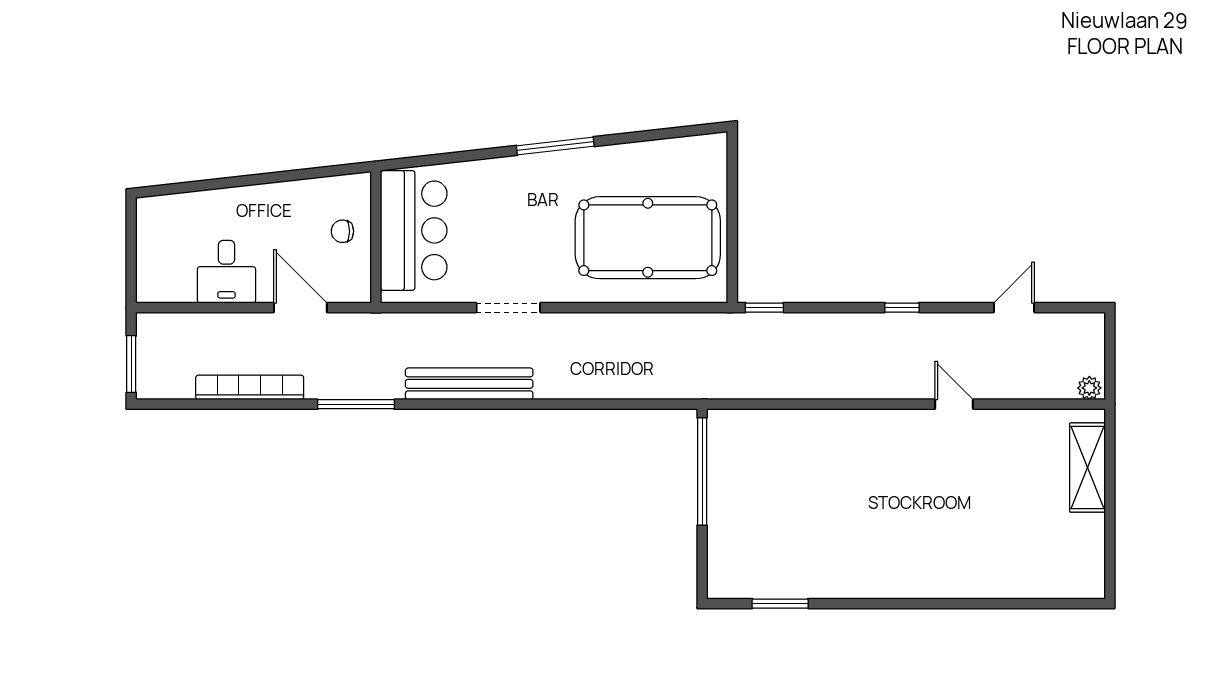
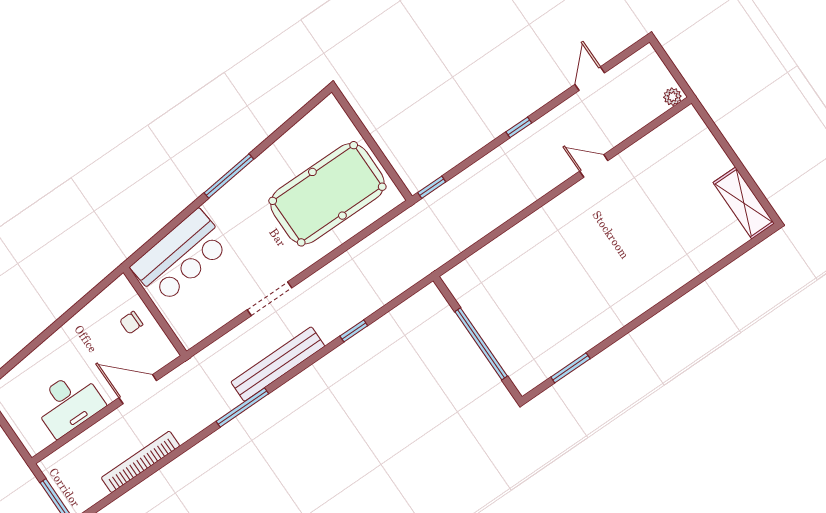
bar counter: (414, 230) -> (180, 256), moved, turned 84
desk: (226, 272) -> (69, 403), width x1.37
window: (356, 404) -> (242, 407), moved
window: (575, 404) -> (354, 331), added
shelving: (1087, 468) -> (744, 203), moved
window: (702, 472) -> (481, 344), moved

